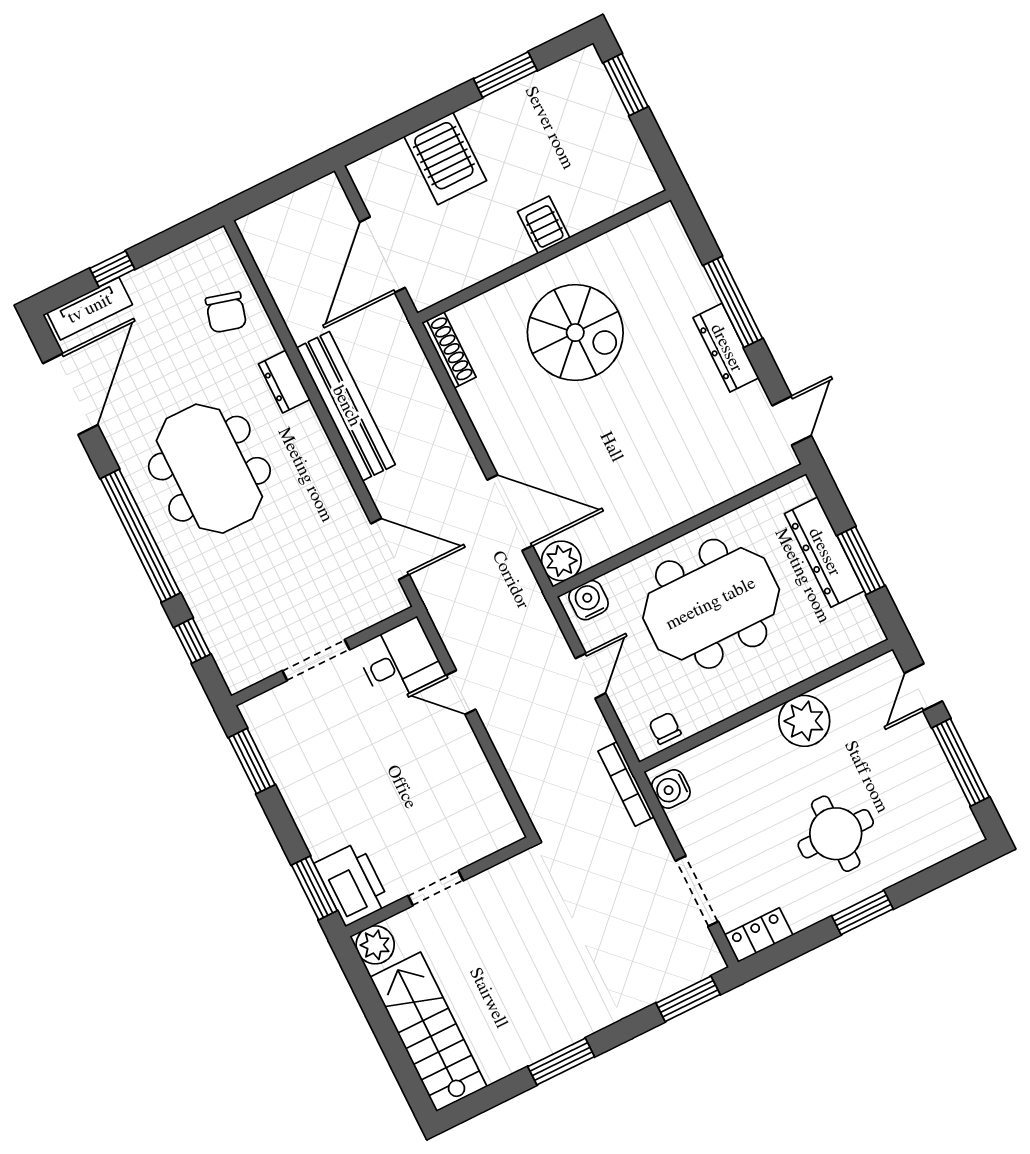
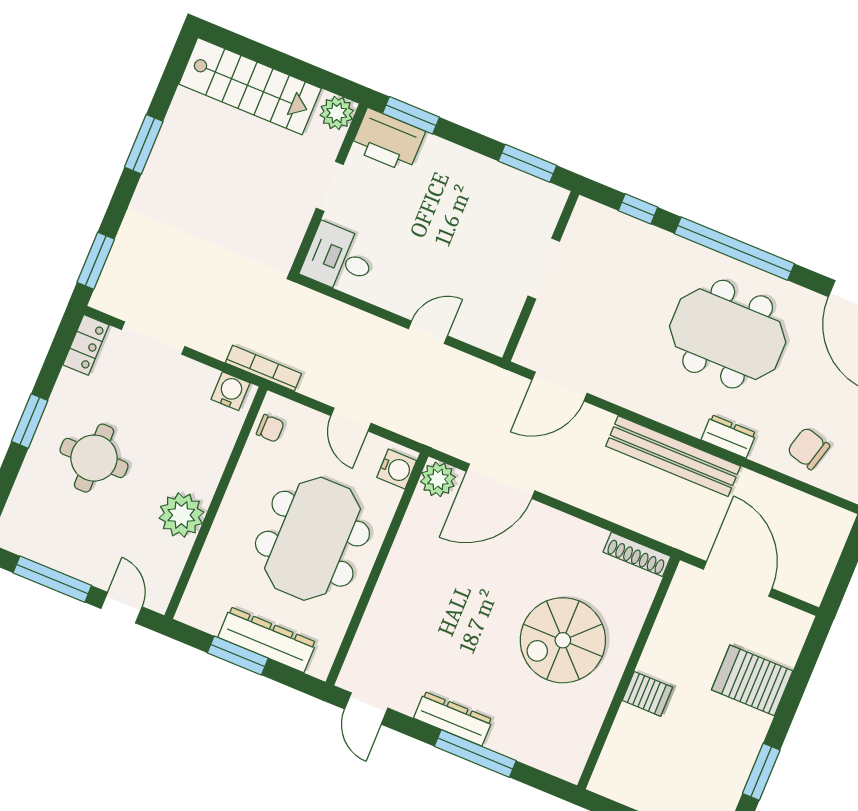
desk: (400, 661) -> (339, 259), moved, turned 90

